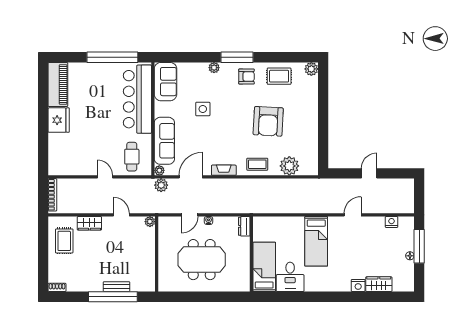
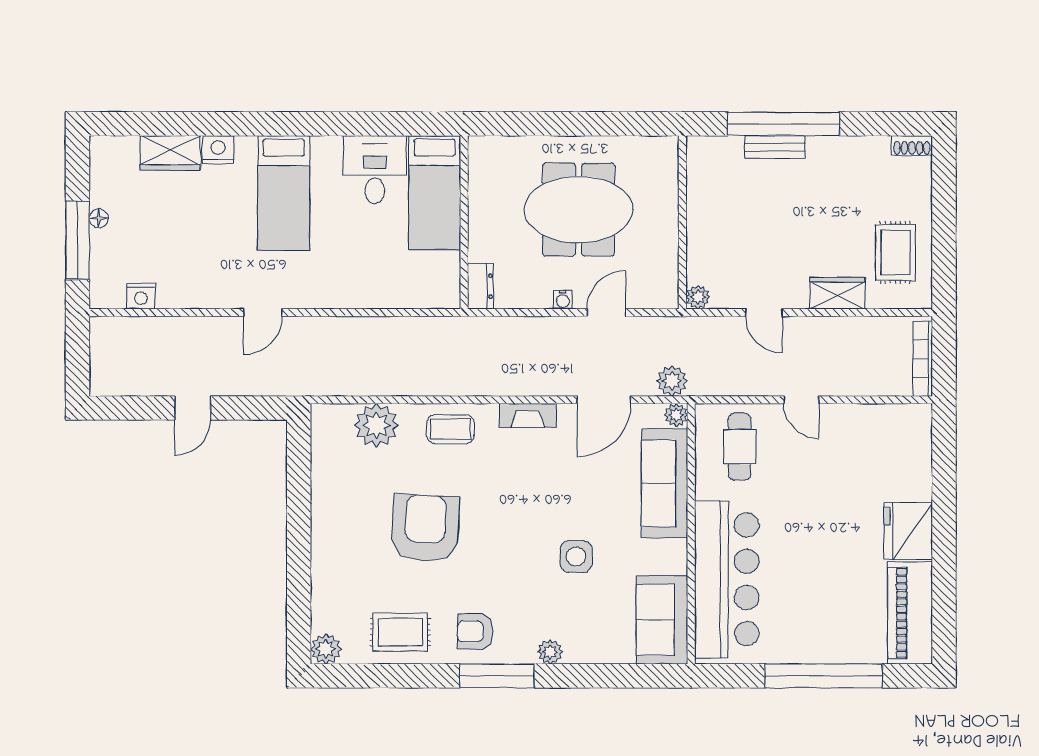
window: (112, 57) -> (824, 676), moved
door: (353, 215) -> (263, 313), moved
bed: (316, 241) -> (284, 193), moved, turned 180

